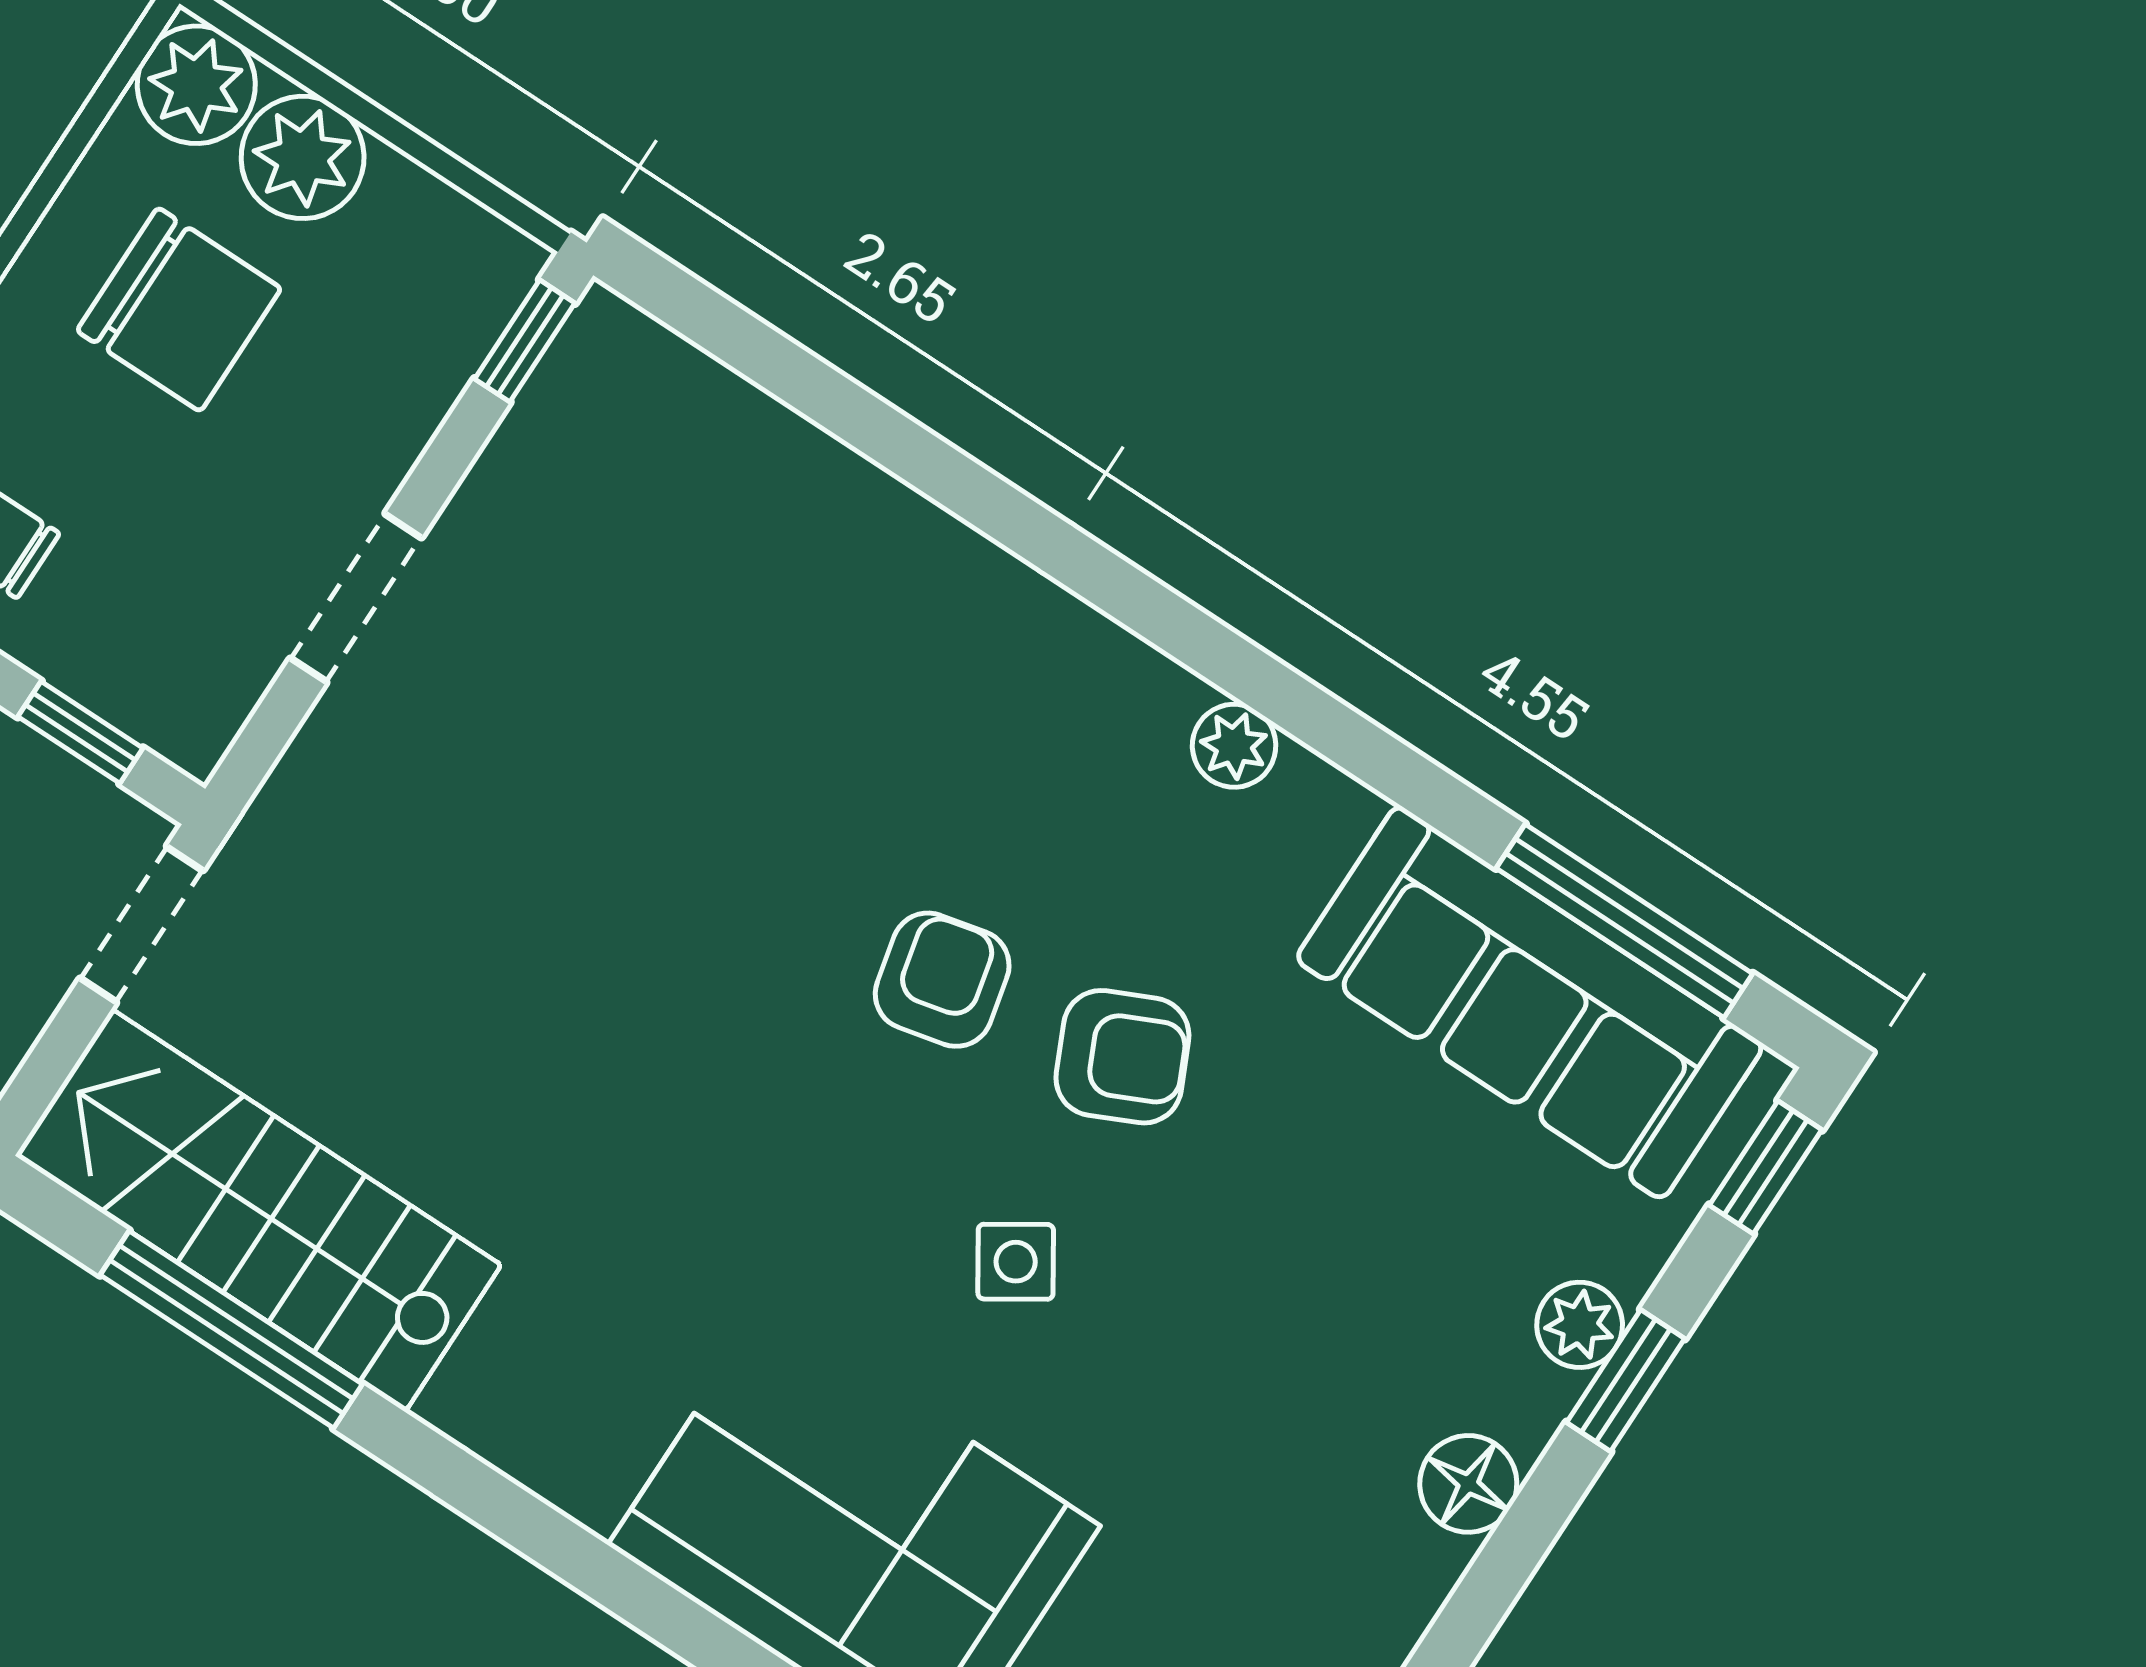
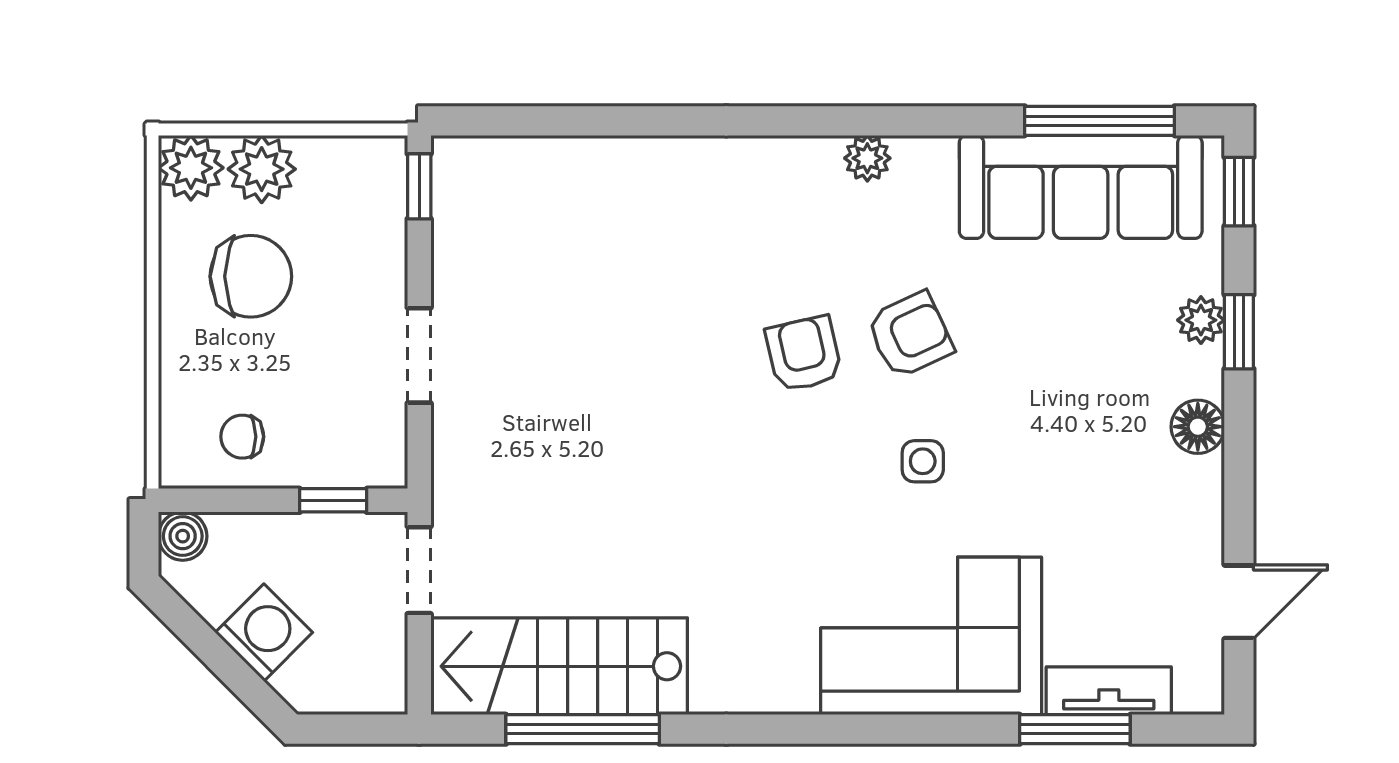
side table: (1016, 1262) -> (923, 461), turned 33

